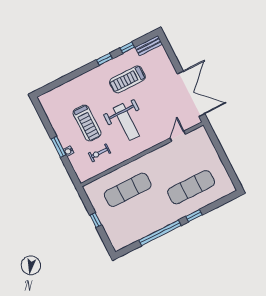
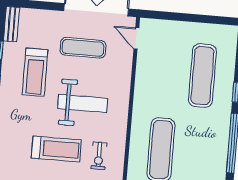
exercise mat: (162, 100) -> (83, 48), added
door: (178, 136) -> (136, 39), moved

